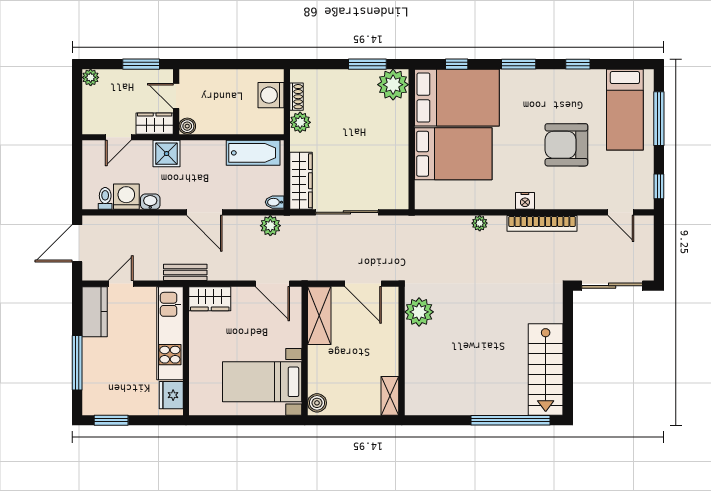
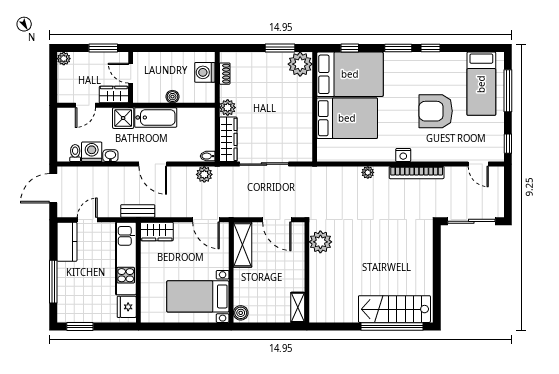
window: (578, 64) -> (430, 48), moved
plant: (300, 122) -> (228, 108), moved
boiler: (187, 126) -> (172, 97), moved
bathtub: (253, 153) -> (156, 117), moved
stairs: (546, 369) -> (394, 309), moved, turned 90

